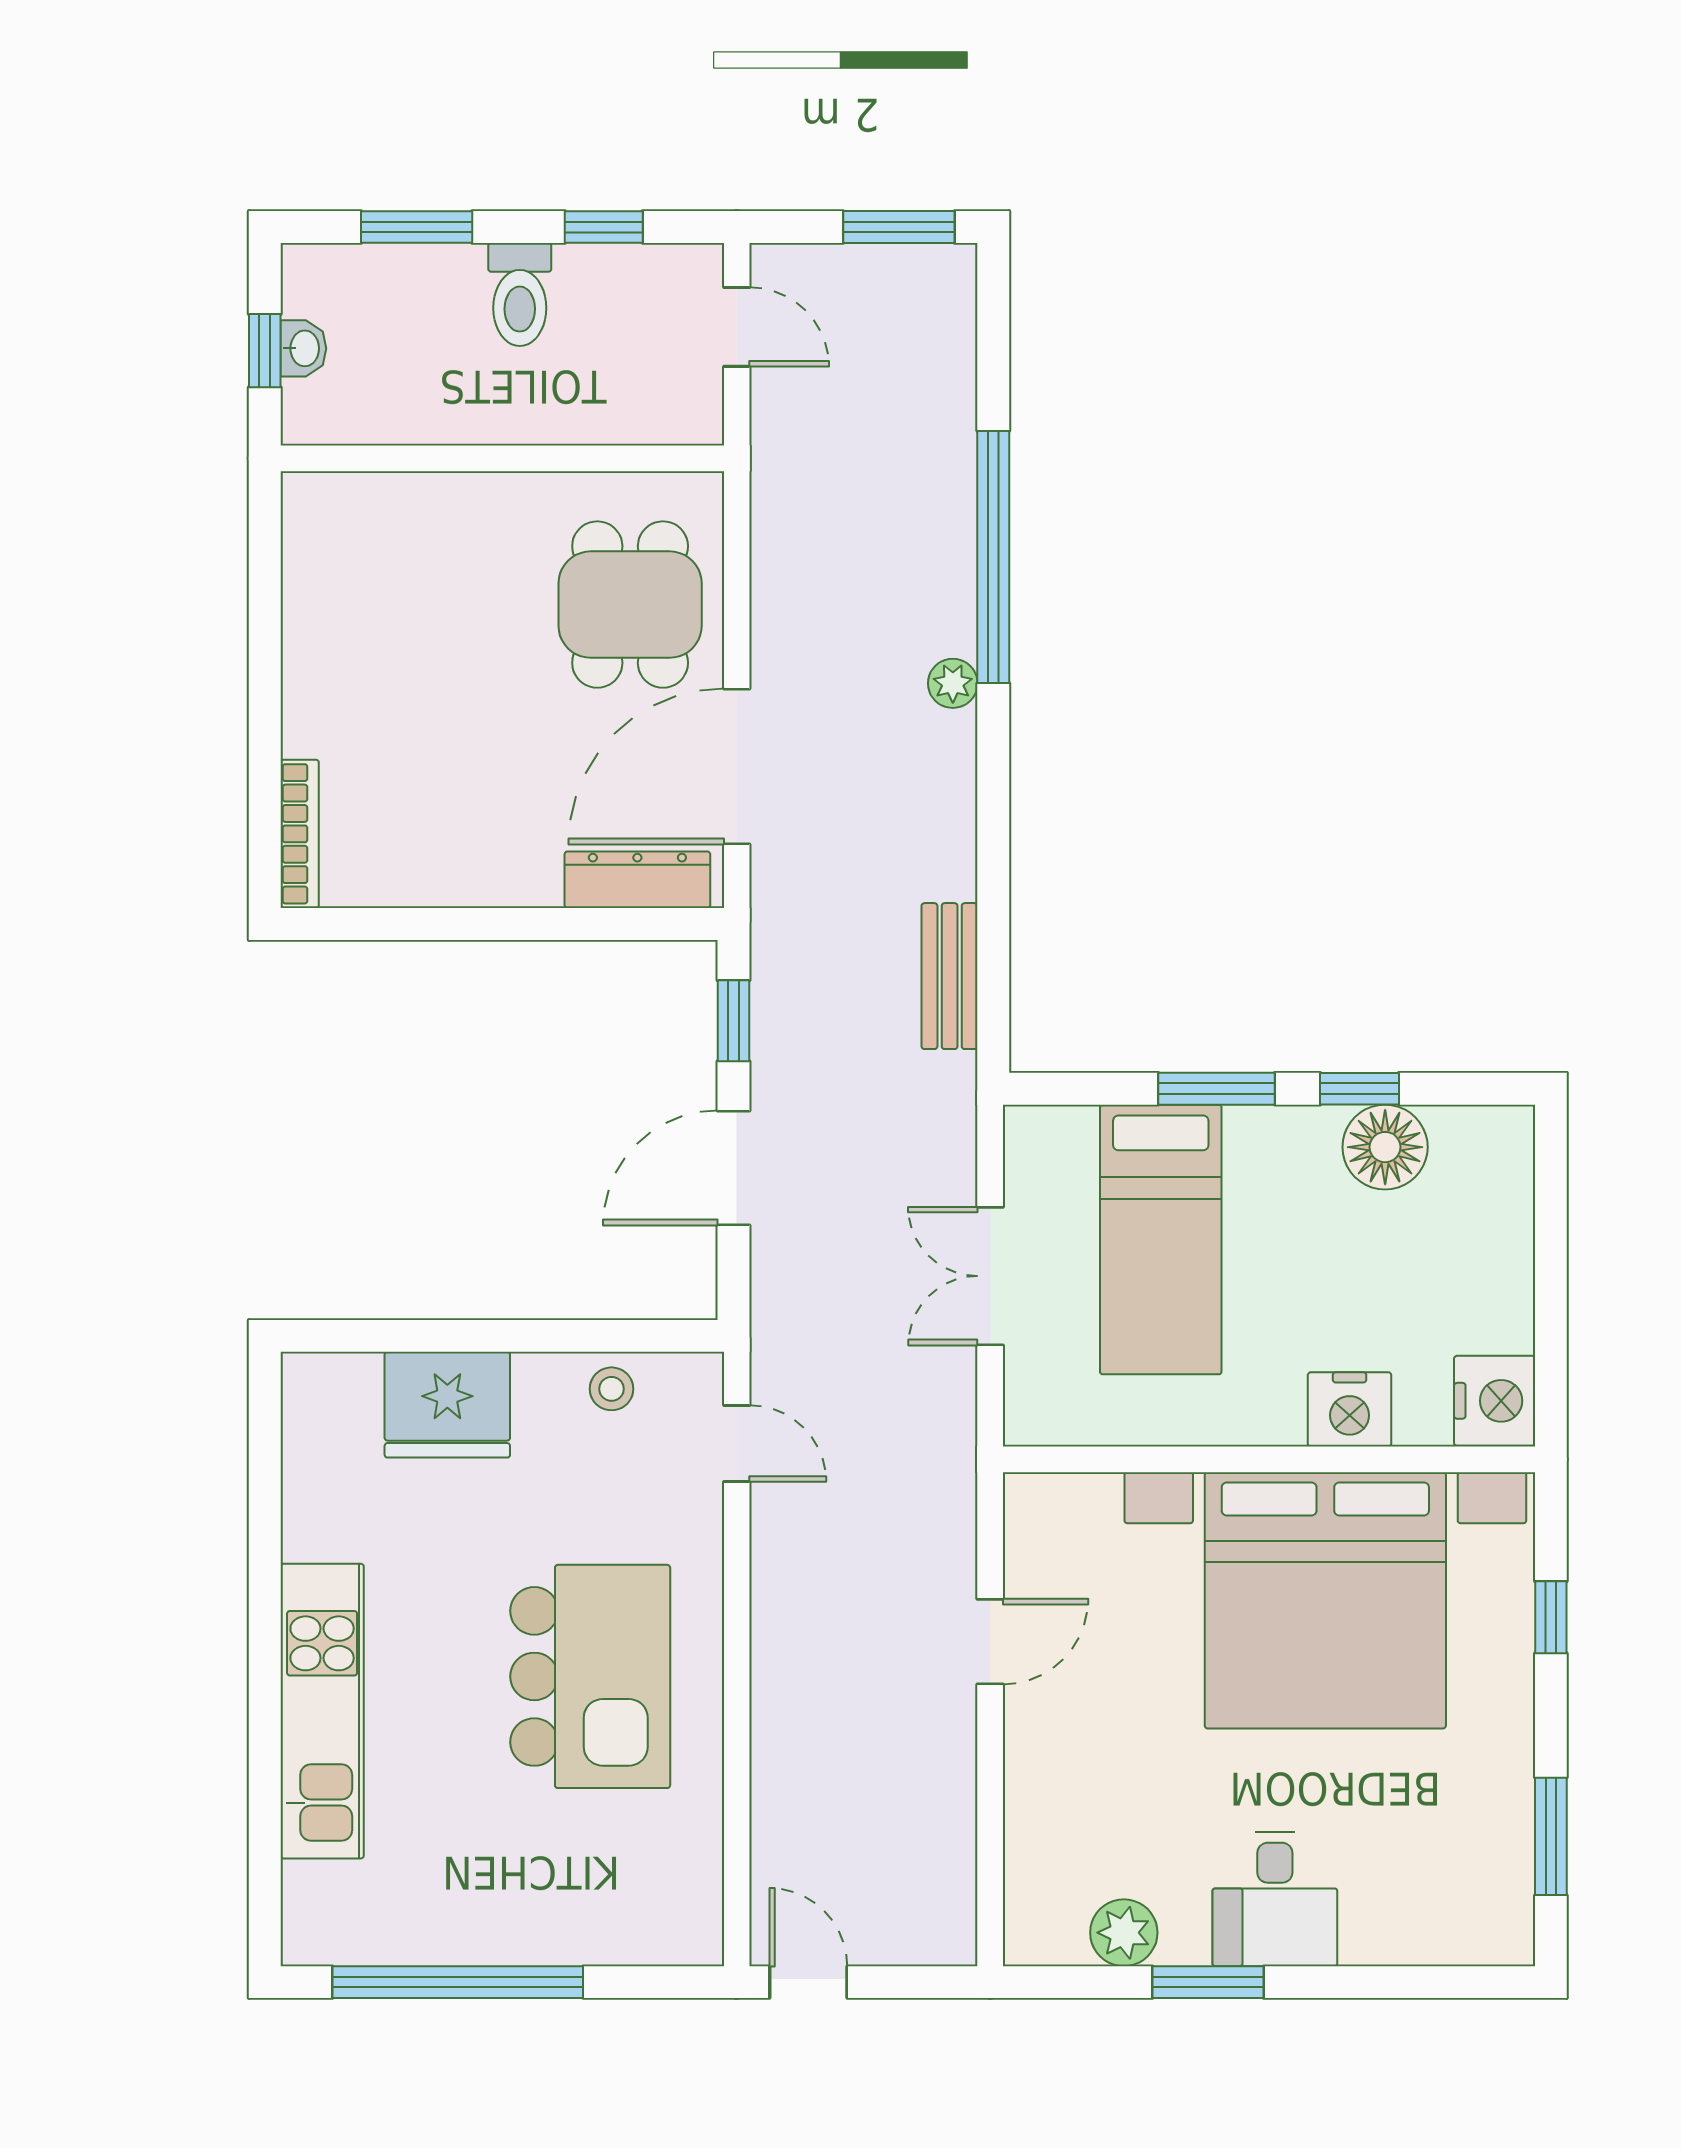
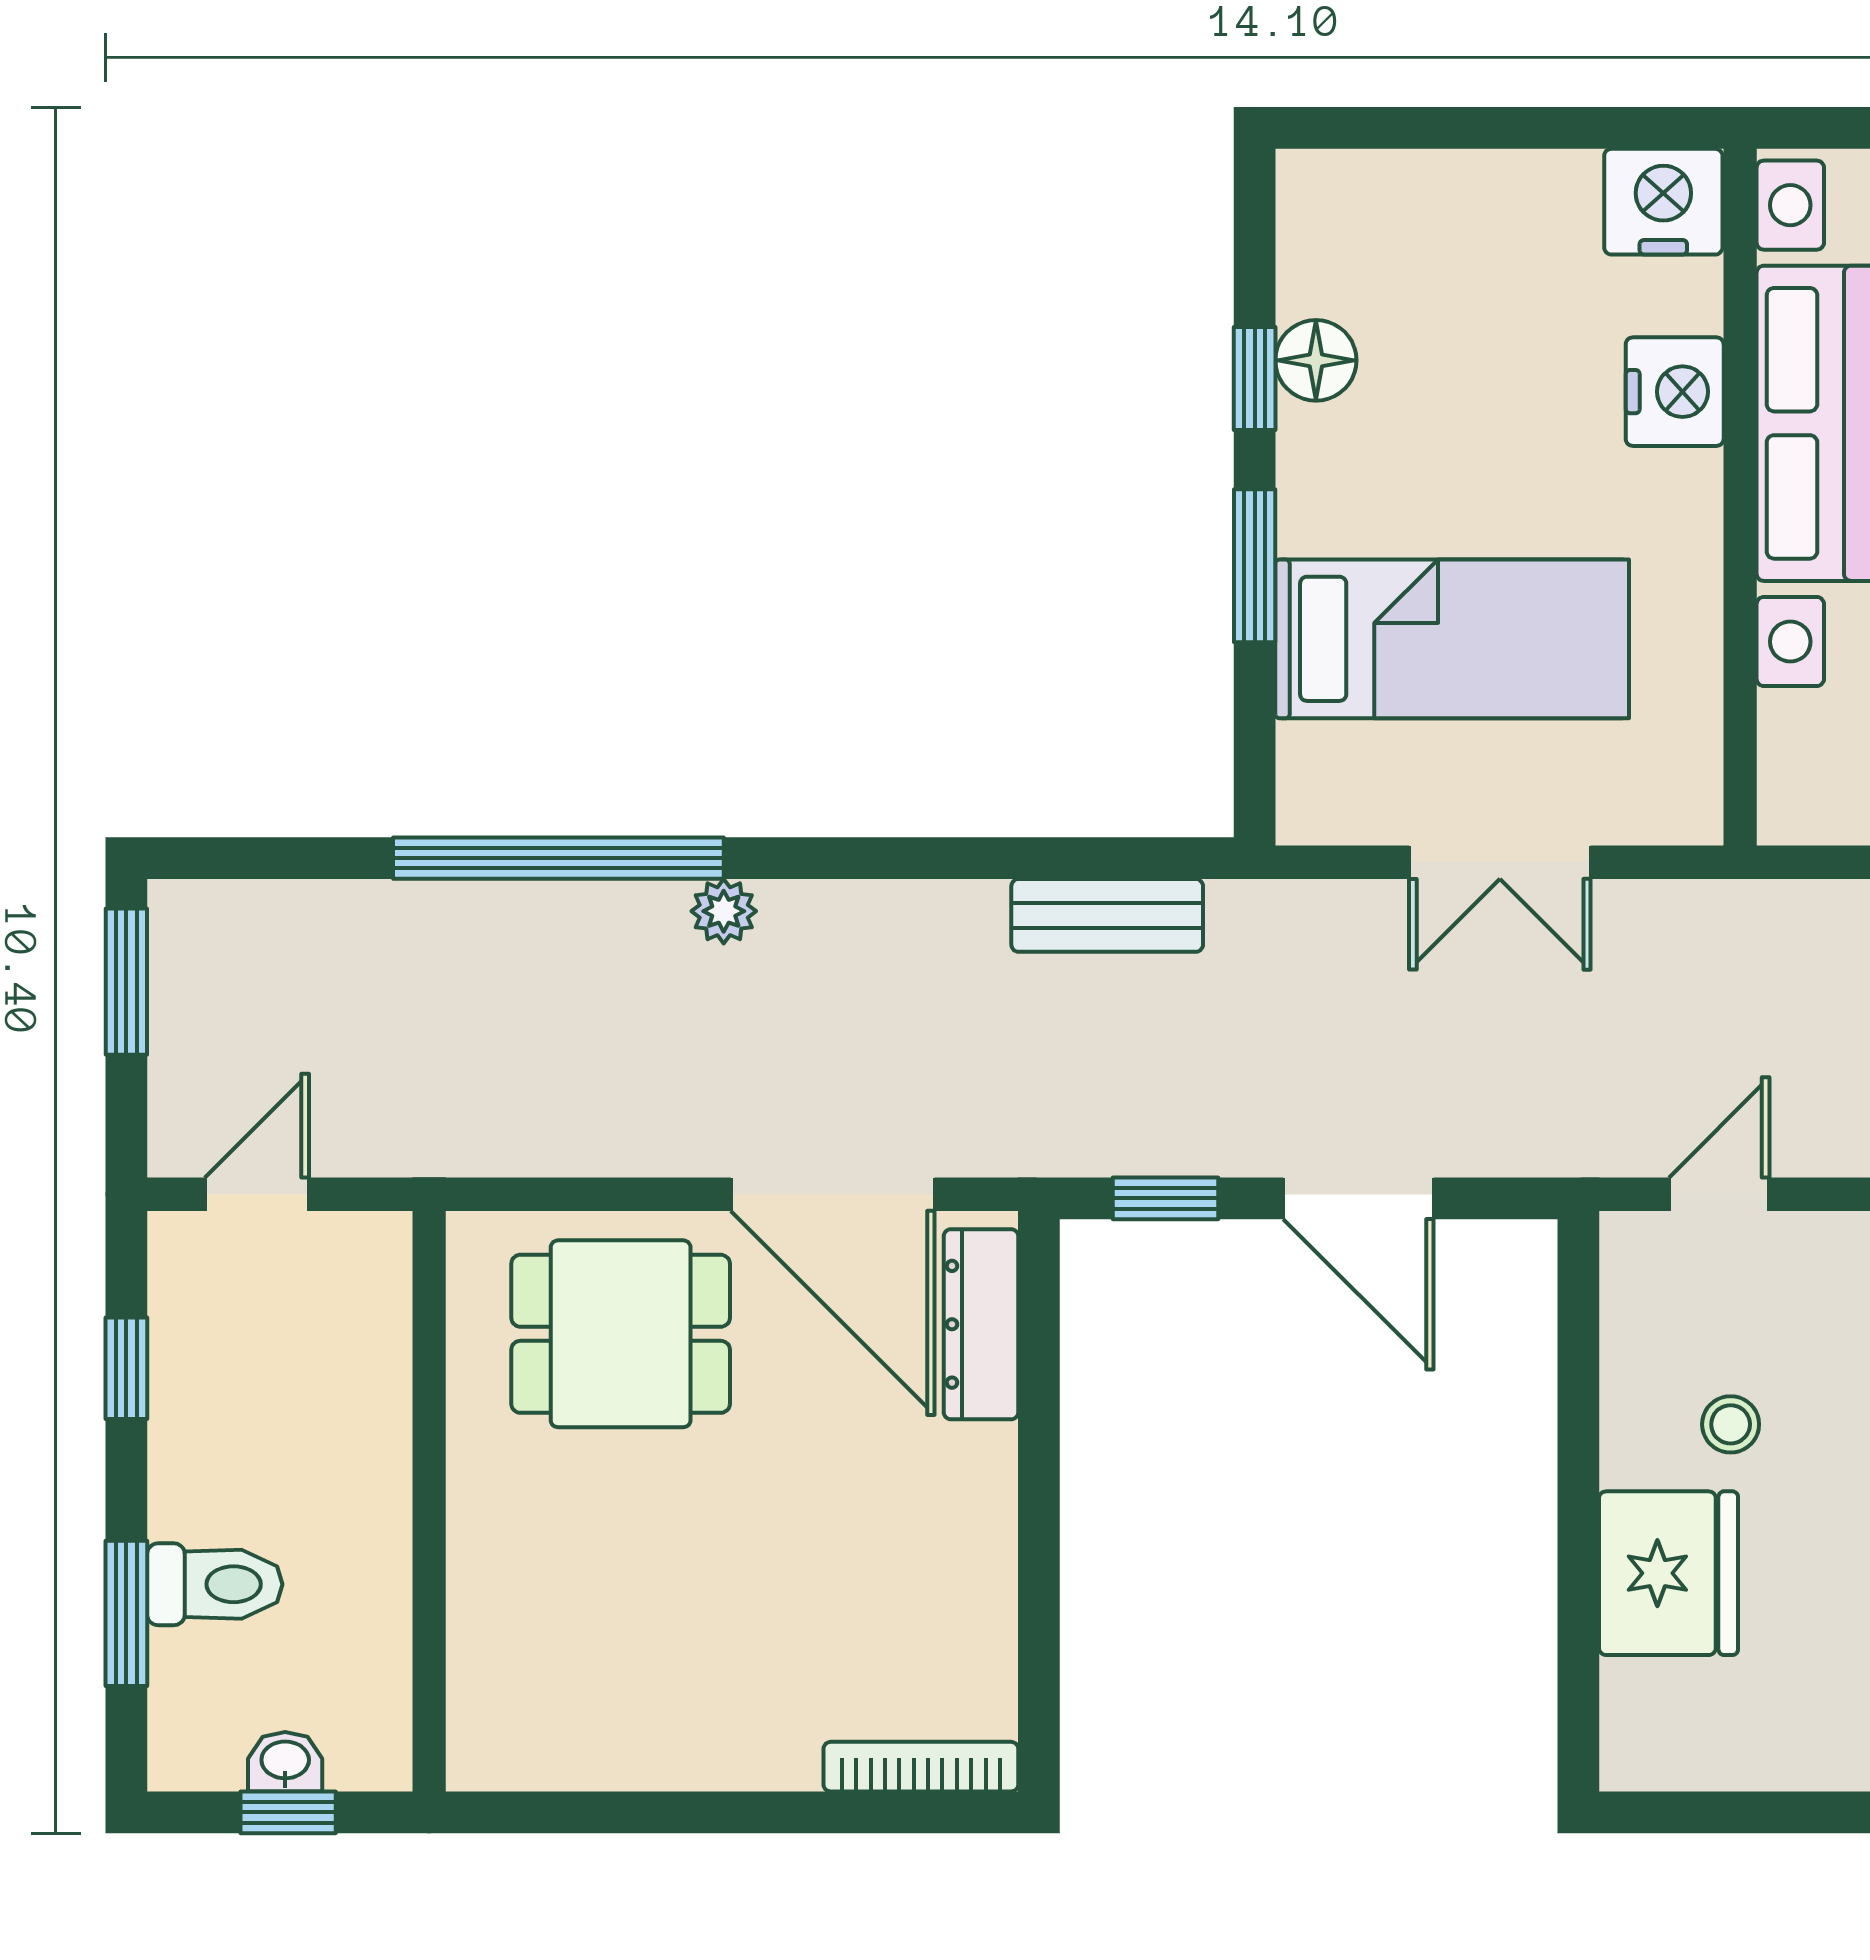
toilet: (520, 295) -> (215, 1584), moved
floor lamp: (1385, 1147) -> (1316, 360), width x0.73, depth x0.73
stool: (611, 1389) -> (1731, 1424), moved

